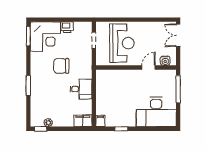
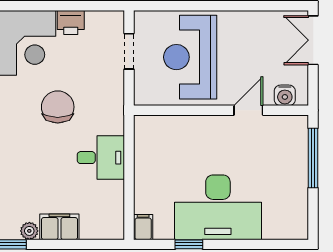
reception desk: (122, 43) -> (190, 57), turned 180
chair: (61, 66) -> (58, 107), turned 90
desk: (156, 112) -> (218, 207), moved
filing cabinet: (83, 121) -> (59, 227), moved

